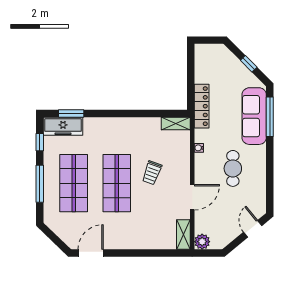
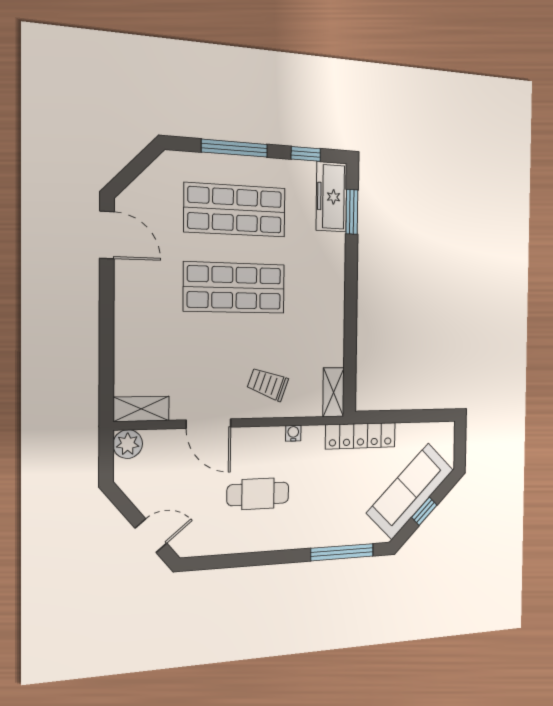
sofa: (254, 116) -> (410, 491), moved, turned -45
trolley: (152, 173) -> (268, 384), moved

